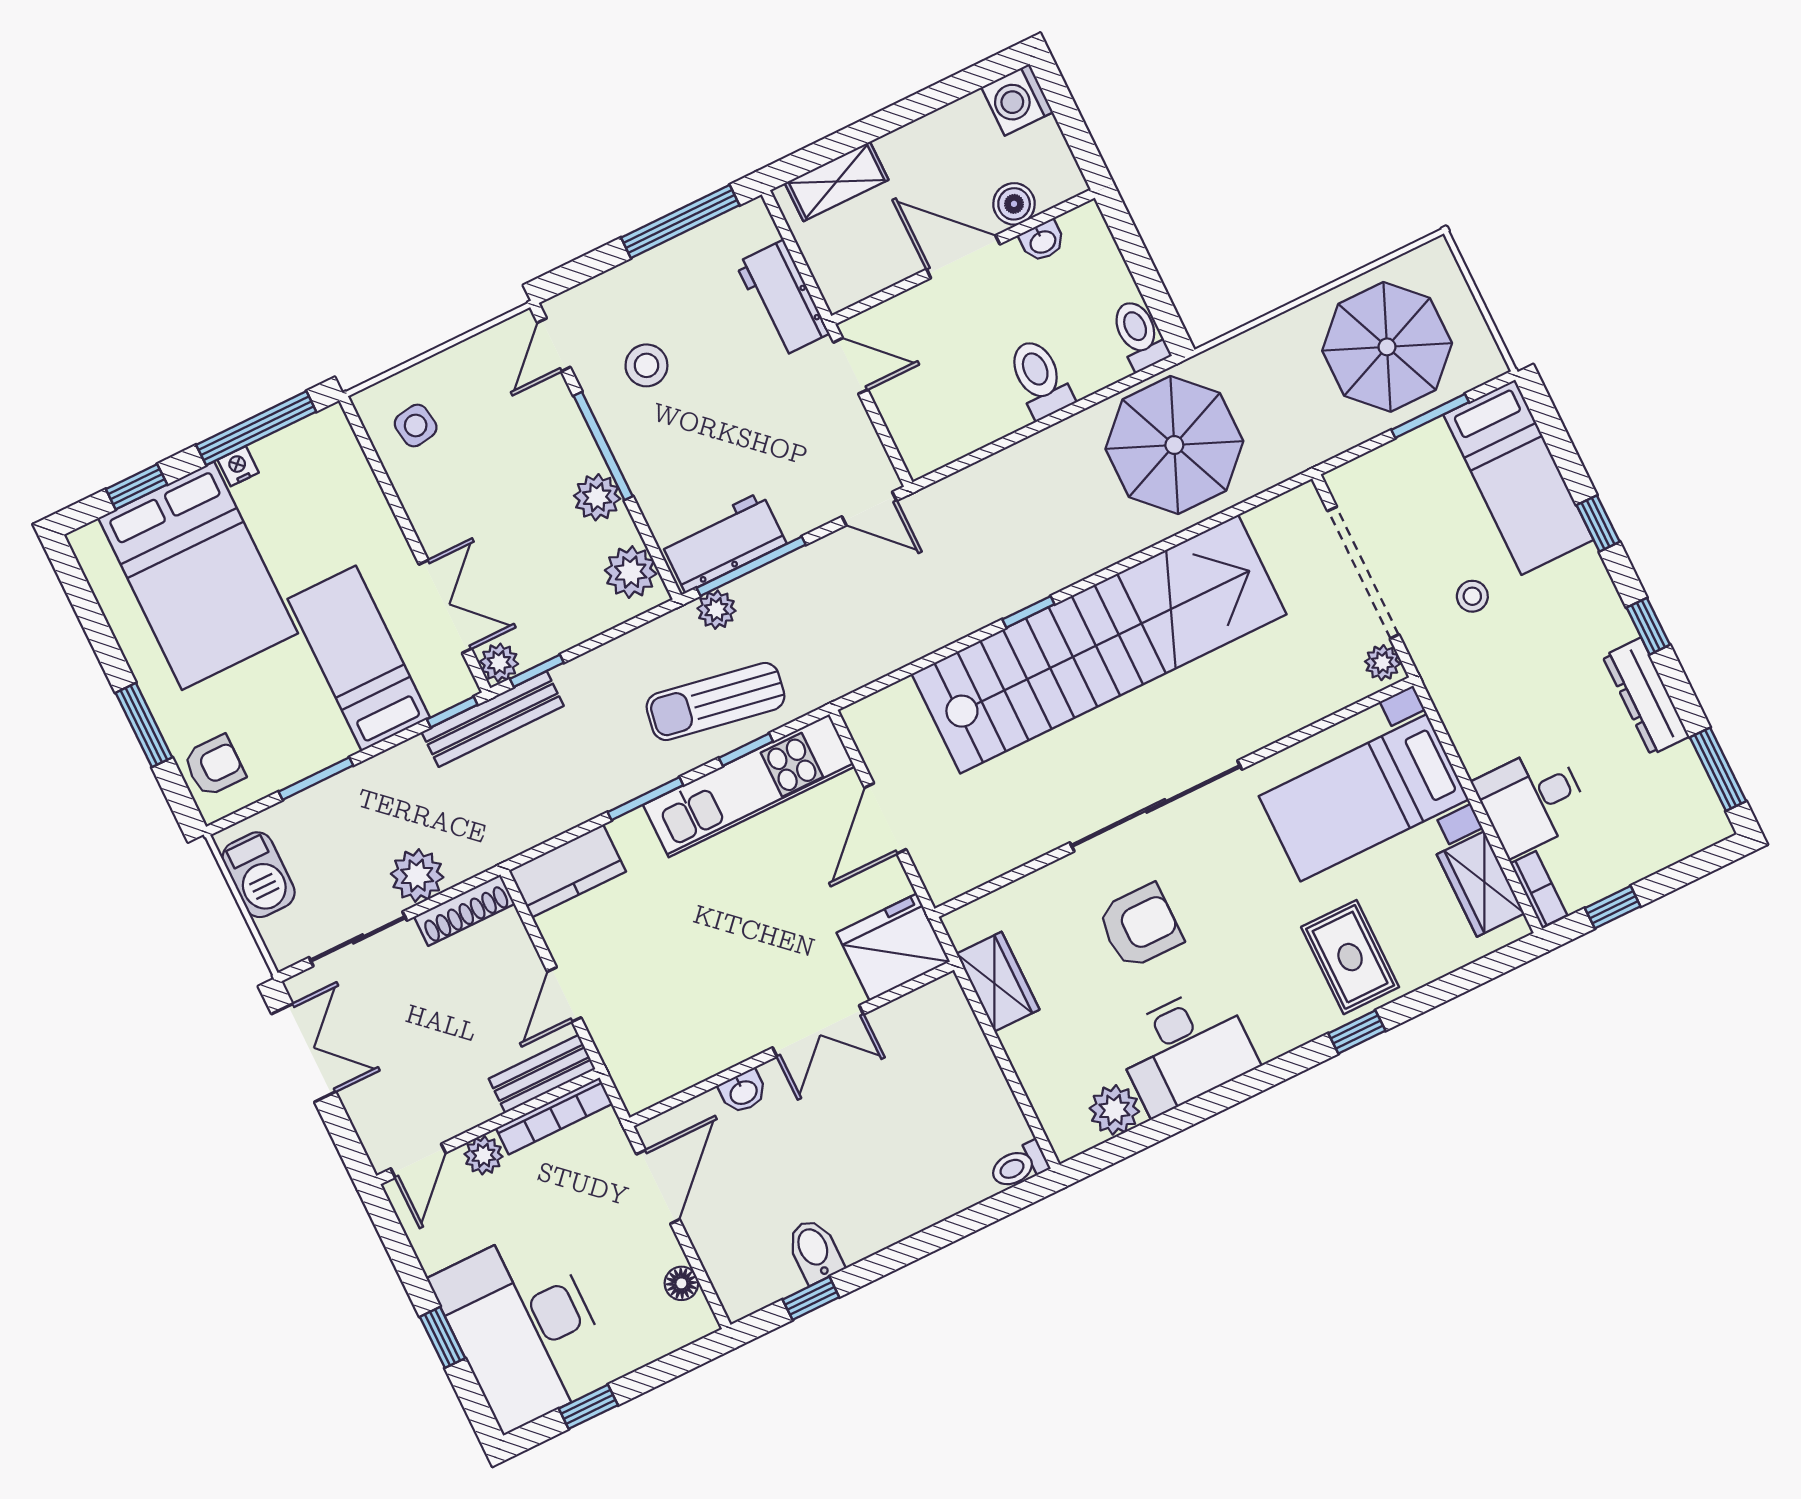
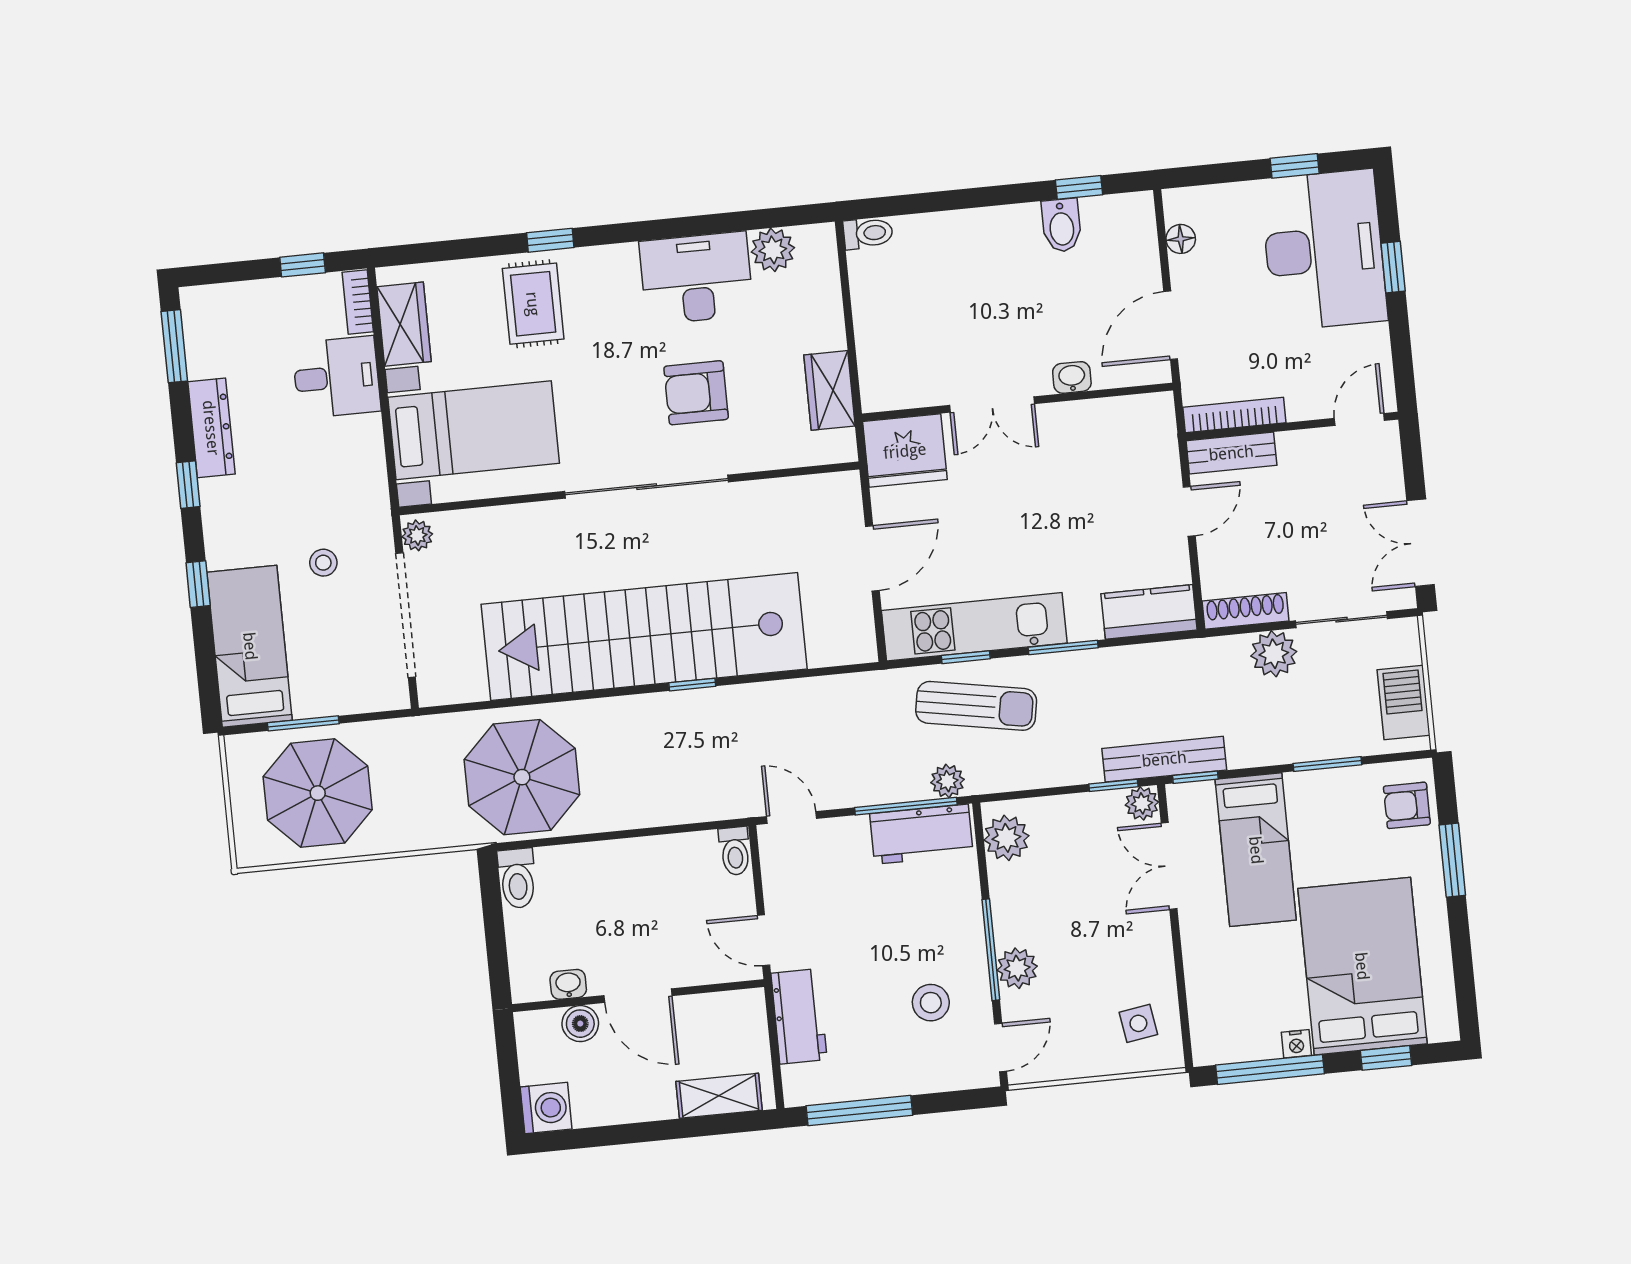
toilet: (1040, 378) -> (735, 851), moved, width x0.73, depth x0.72
plant: (597, 497) -> (1017, 968), moved
double door: (818, 1031) -> (992, 405), swing flipped
plant: (484, 1155) -> (1304, 404), removed

